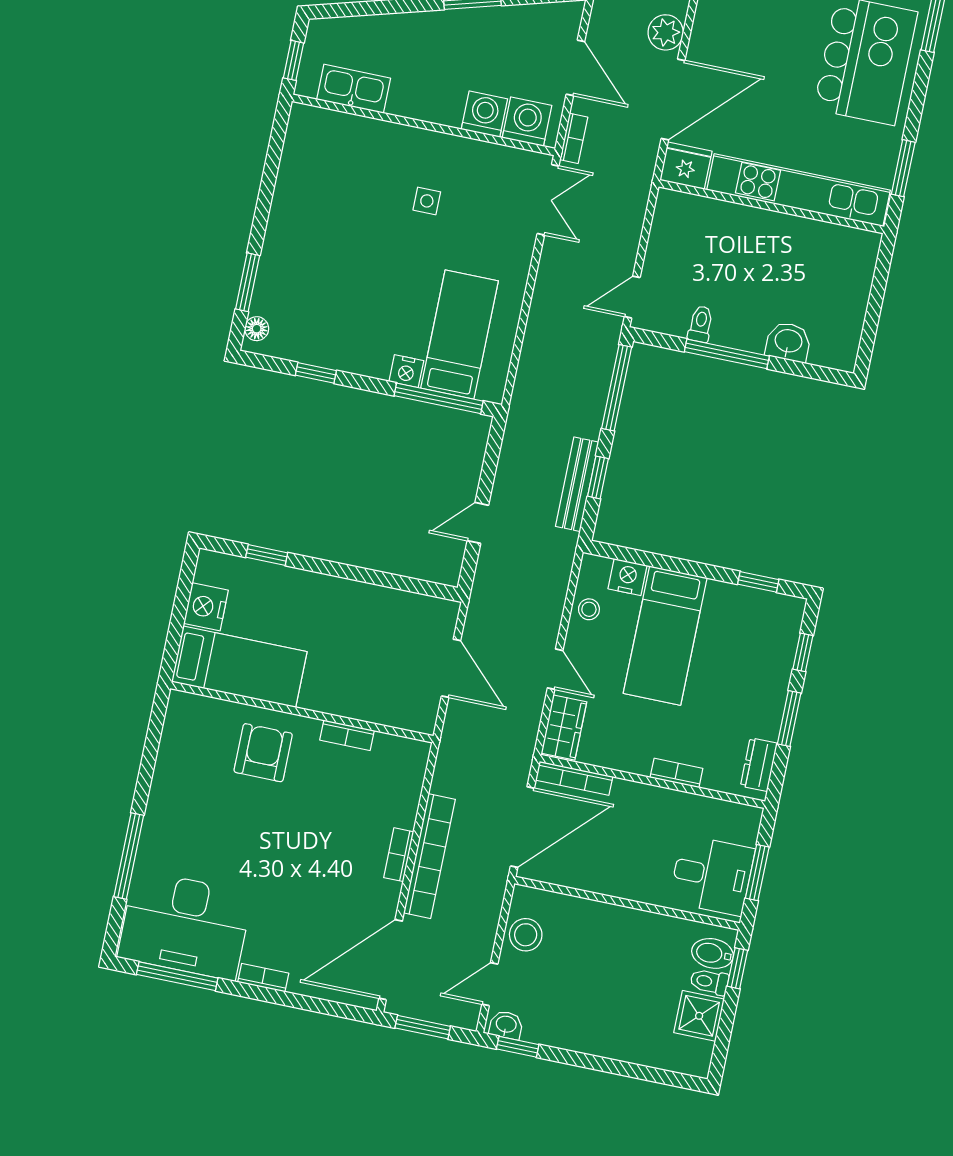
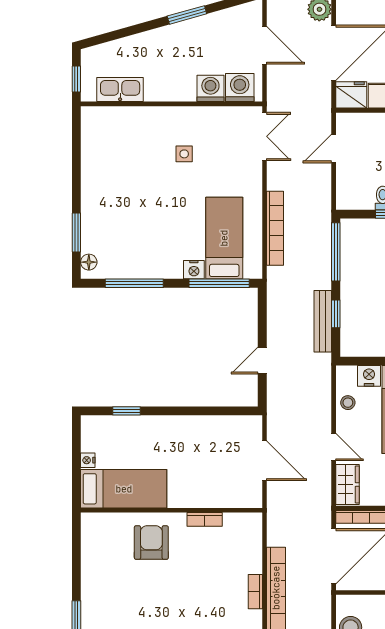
bookcase: (574, 138) -> (275, 228), moved, width x2.31, depth x1.31
door: (632, 297) -> (334, 149), moved
window: (316, 373) -> (134, 283), width x2.17
nightstand: (206, 607) -> (88, 460), width x0.53, depth x0.56

